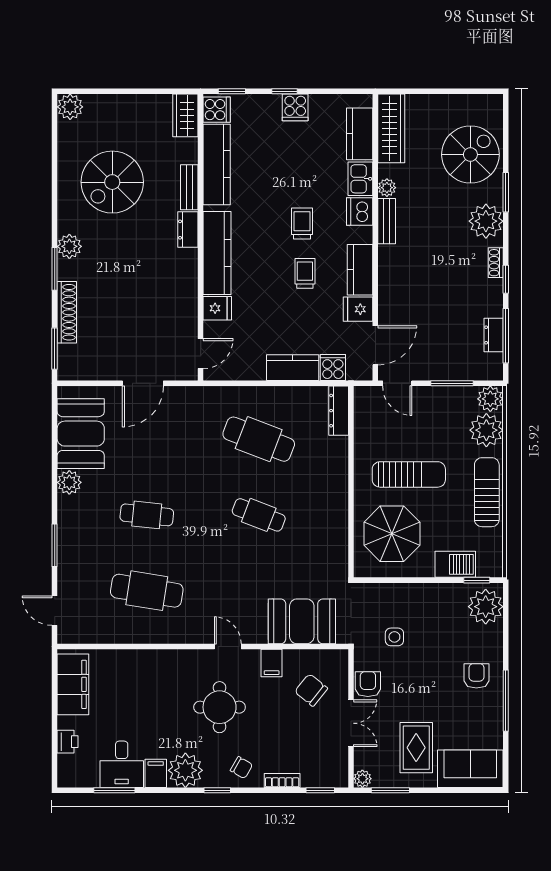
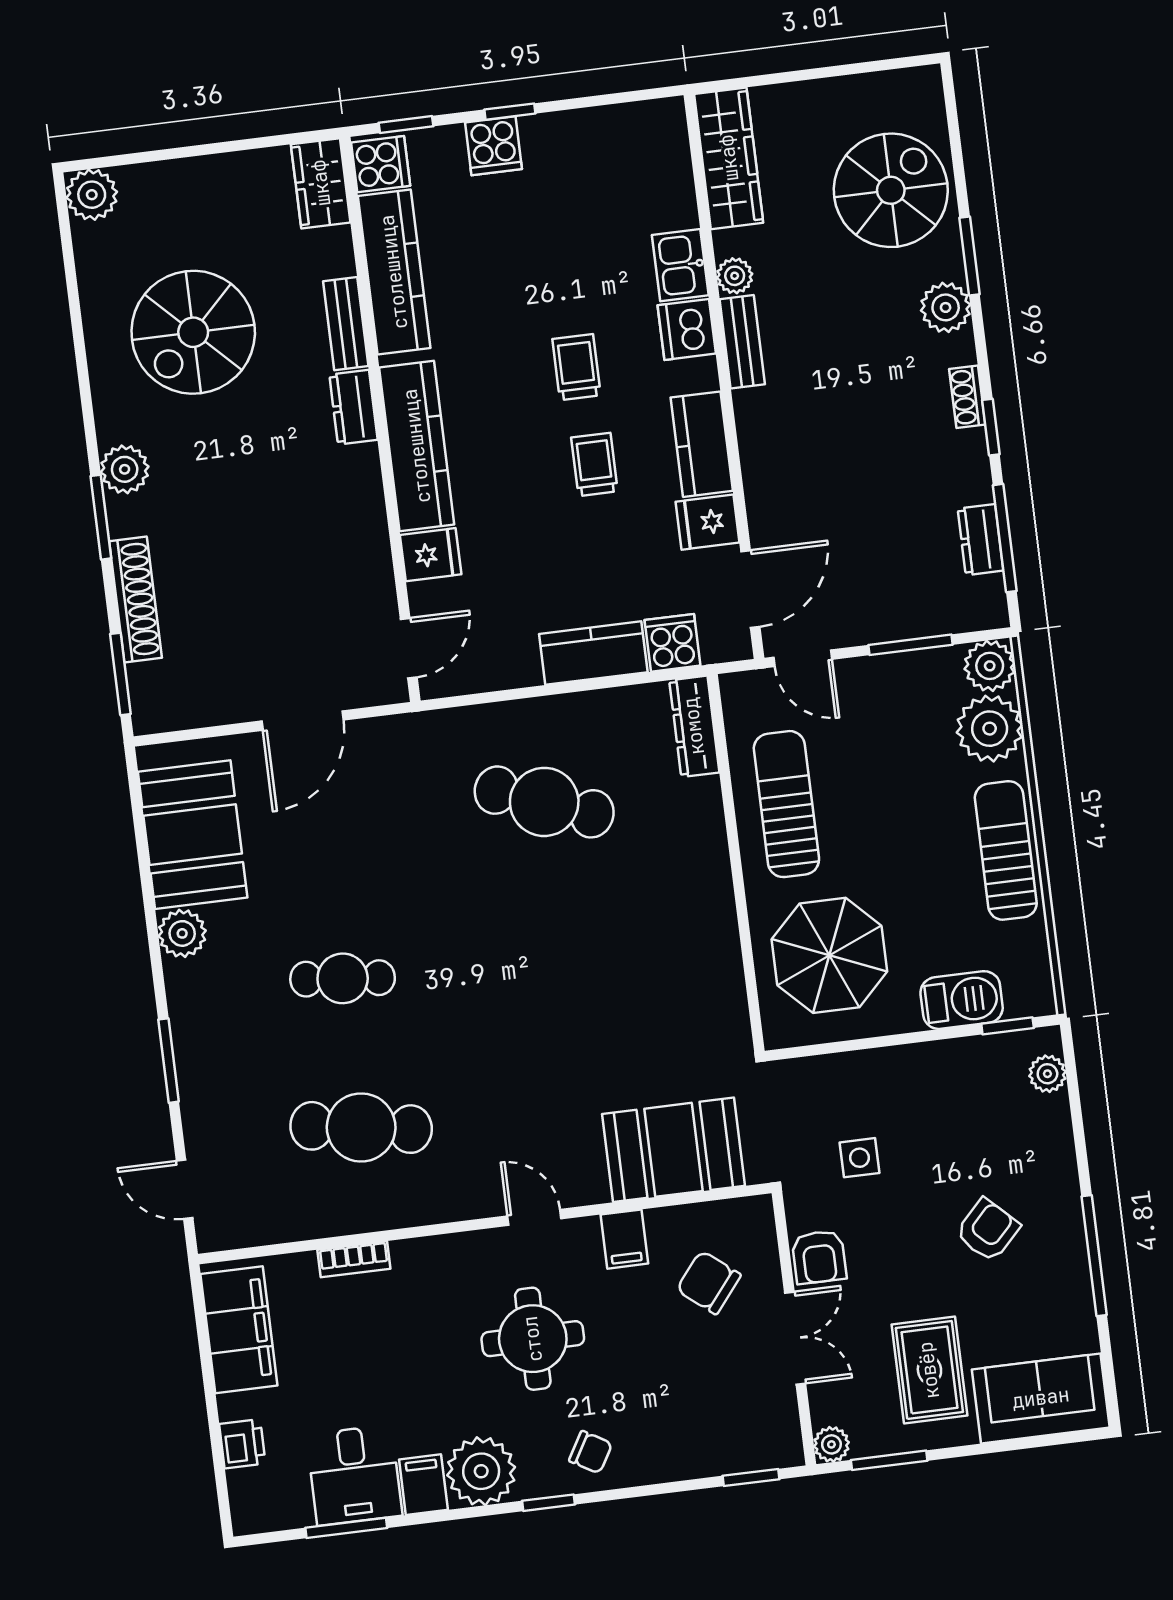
cooker: (295, 107) -> (493, 146), moved
kitchen counter: (360, 134) -> (668, 177), removed
plant: (486, 221) -> (946, 307), width x0.73, depth x0.73
sun lounger: (409, 474) -> (786, 804), moved, turned -90
cafe table: (259, 515) -> (563, 951), removed
plant: (486, 607) -> (1047, 1074), width x0.53, depth x0.53
armchair: (476, 676) -> (988, 1230), moved, turned 44
armchair: (368, 684) -> (819, 1257), turned 180
bookcase: (282, 781) -> (354, 1259), moved, turned 180

